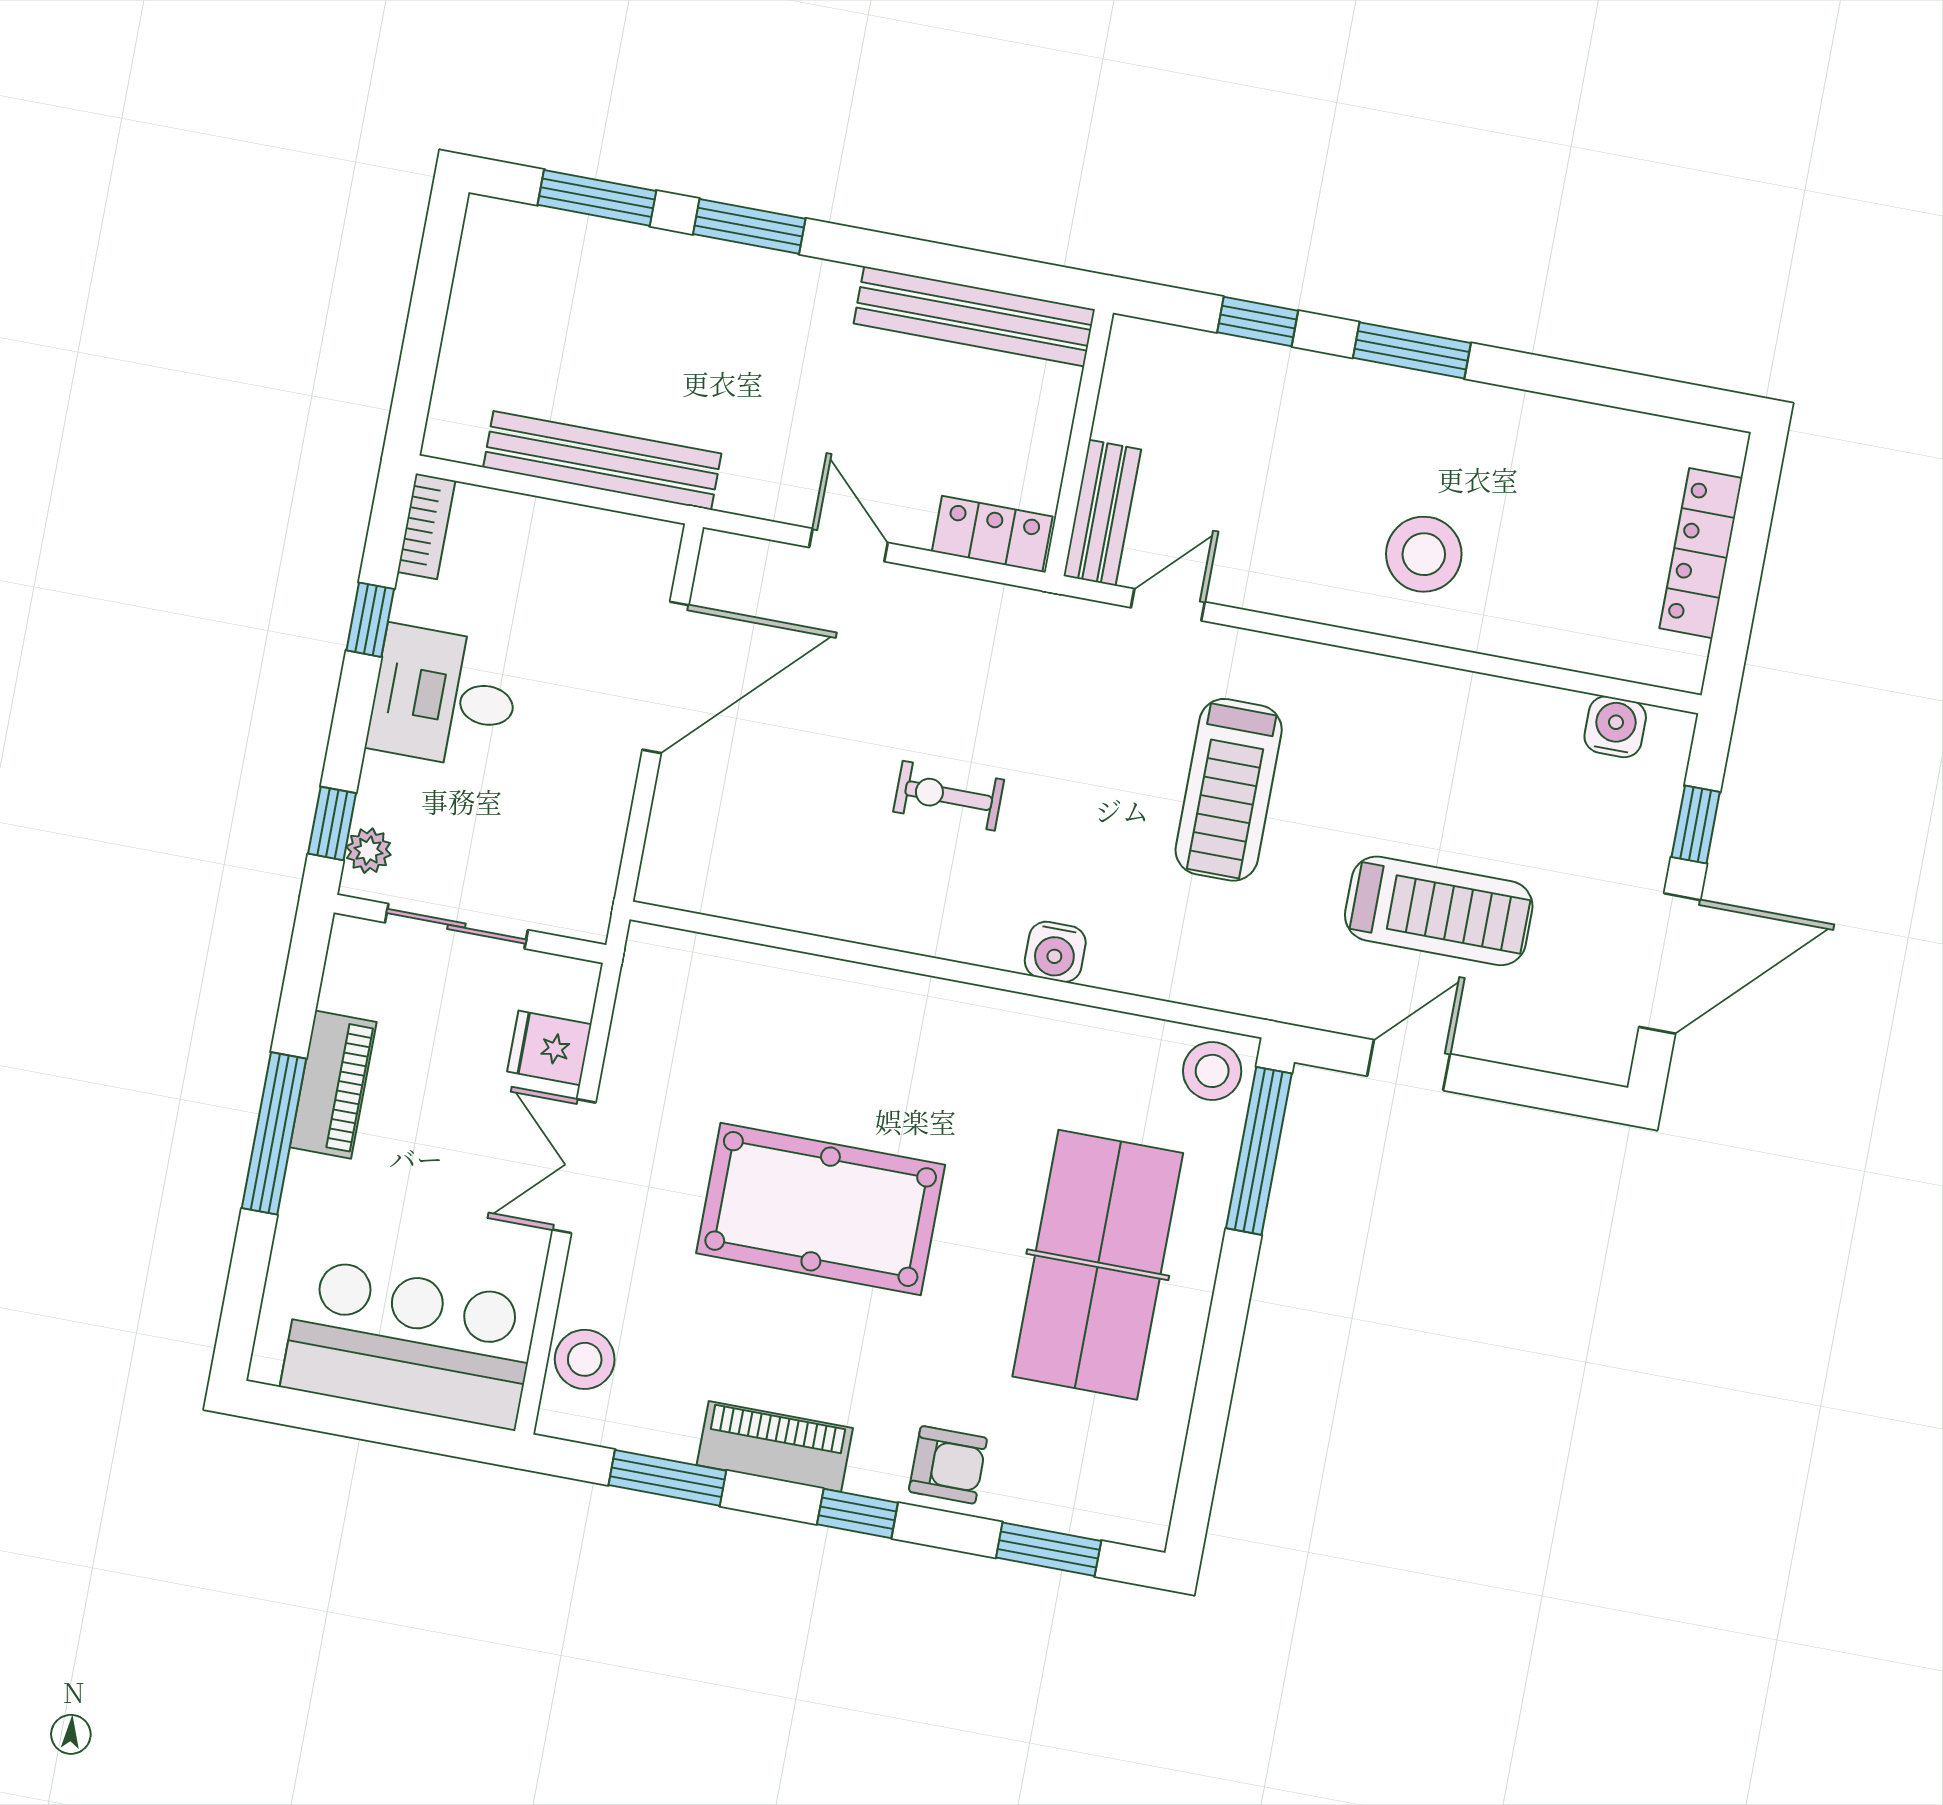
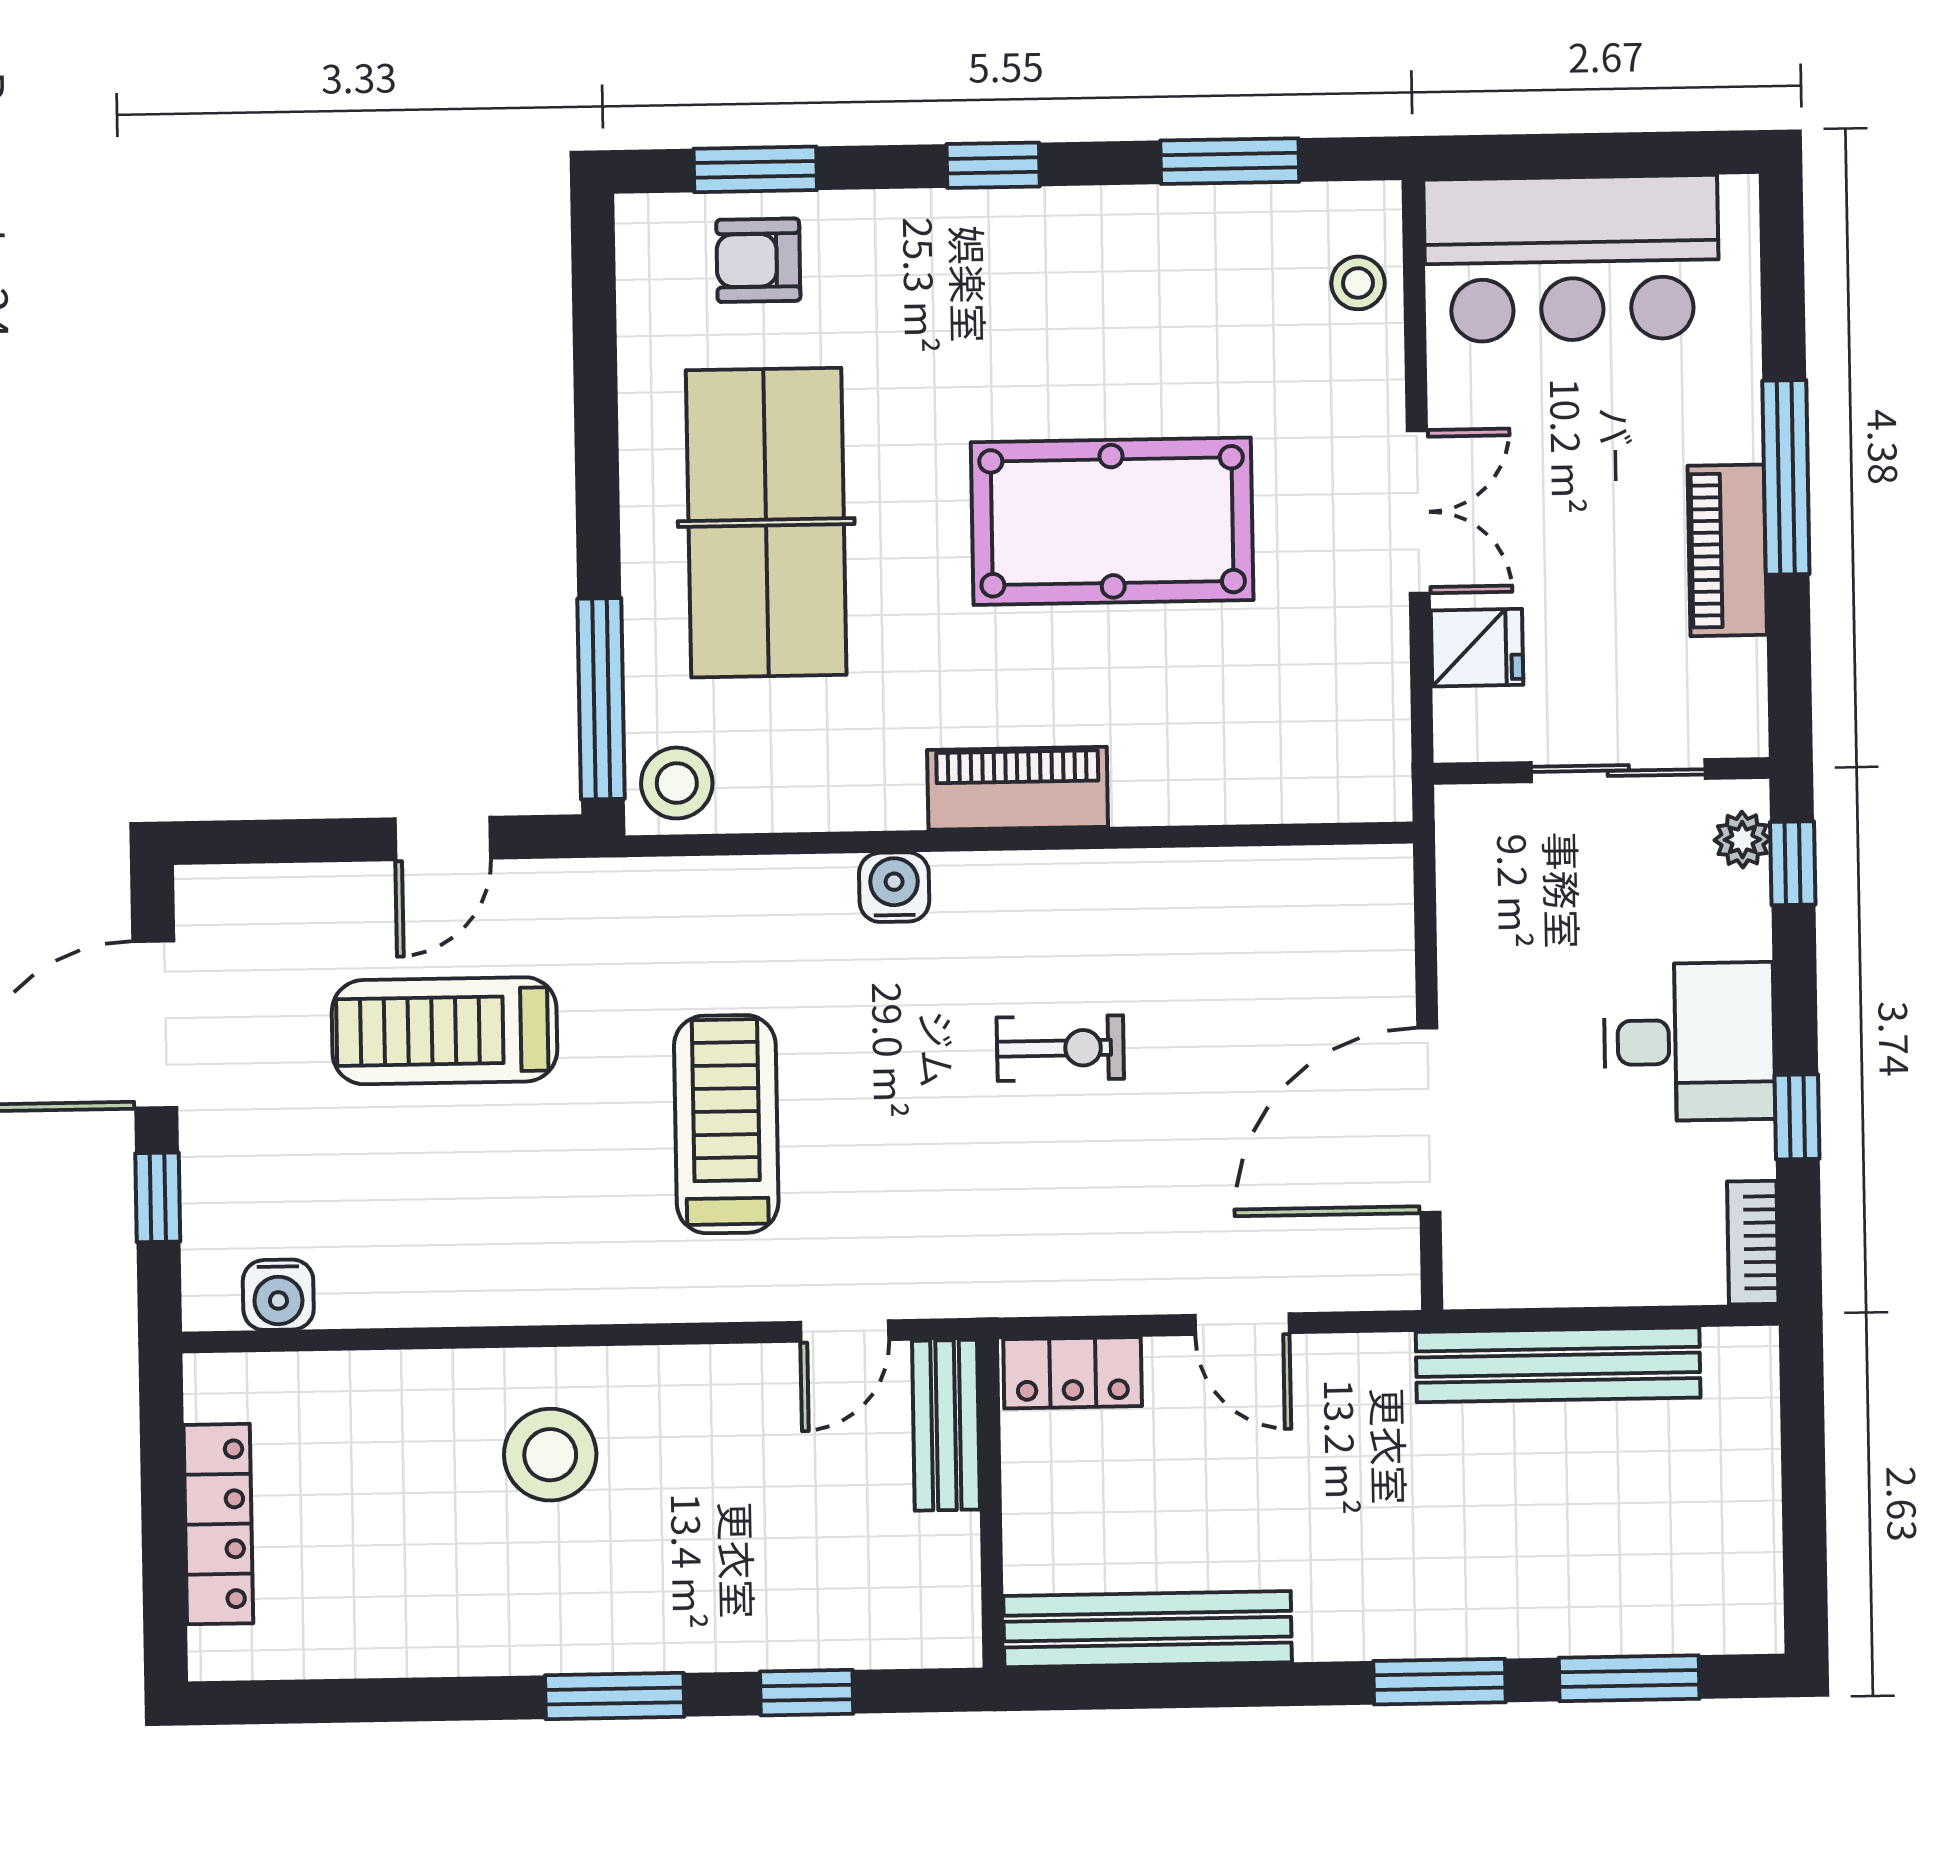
stool: (585, 1359) -> (1358, 283), width x0.73, depth x0.73
piano: (775, 1446) -> (1018, 788), moved, turned 180
armchair: (948, 1465) -> (758, 260), moved

